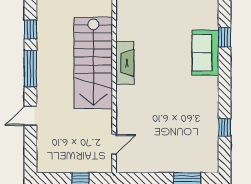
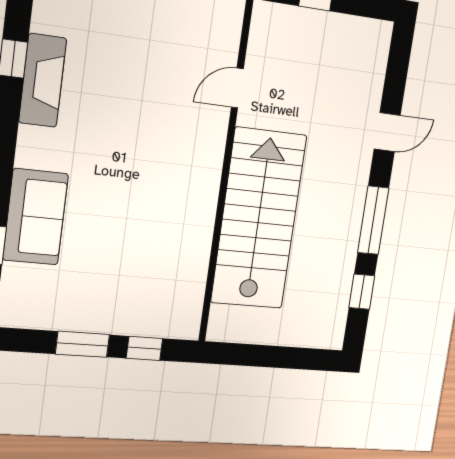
fireplace: (125, 63) -> (43, 81), moved, turned 180
door: (114, 144) -> (237, 88), moved

